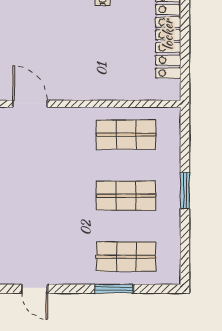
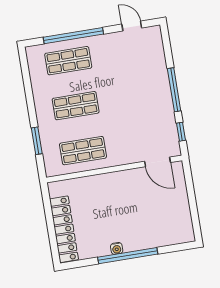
window: (185, 190) -> (37, 141), moved
window: (114, 289) -> (73, 36), width x2.11

